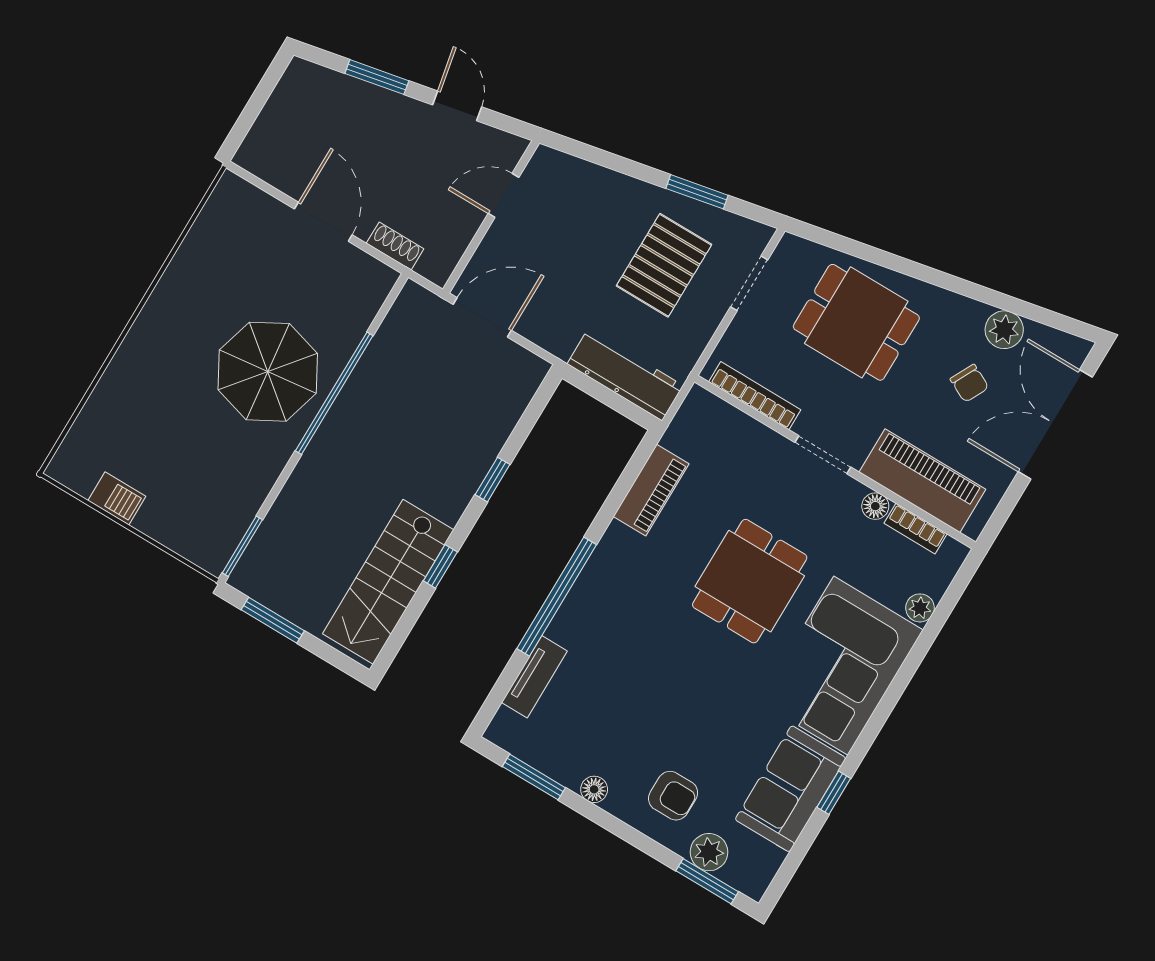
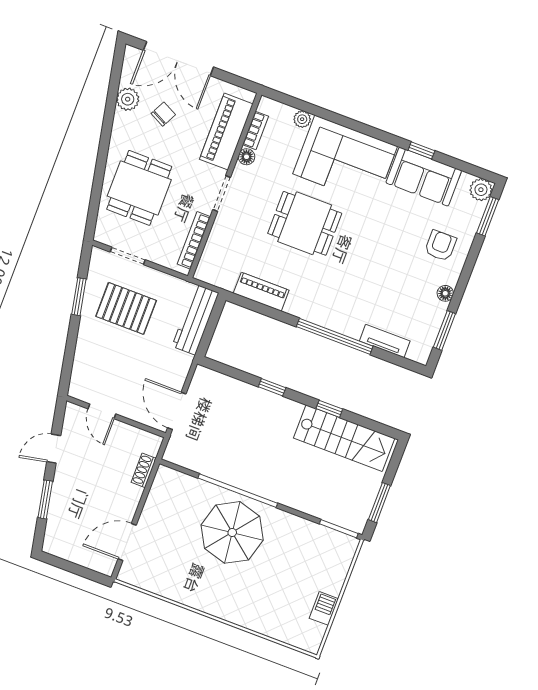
door: (323, 222) -> (127, 542), moved
plant: (709, 852) -> (481, 190), moved

